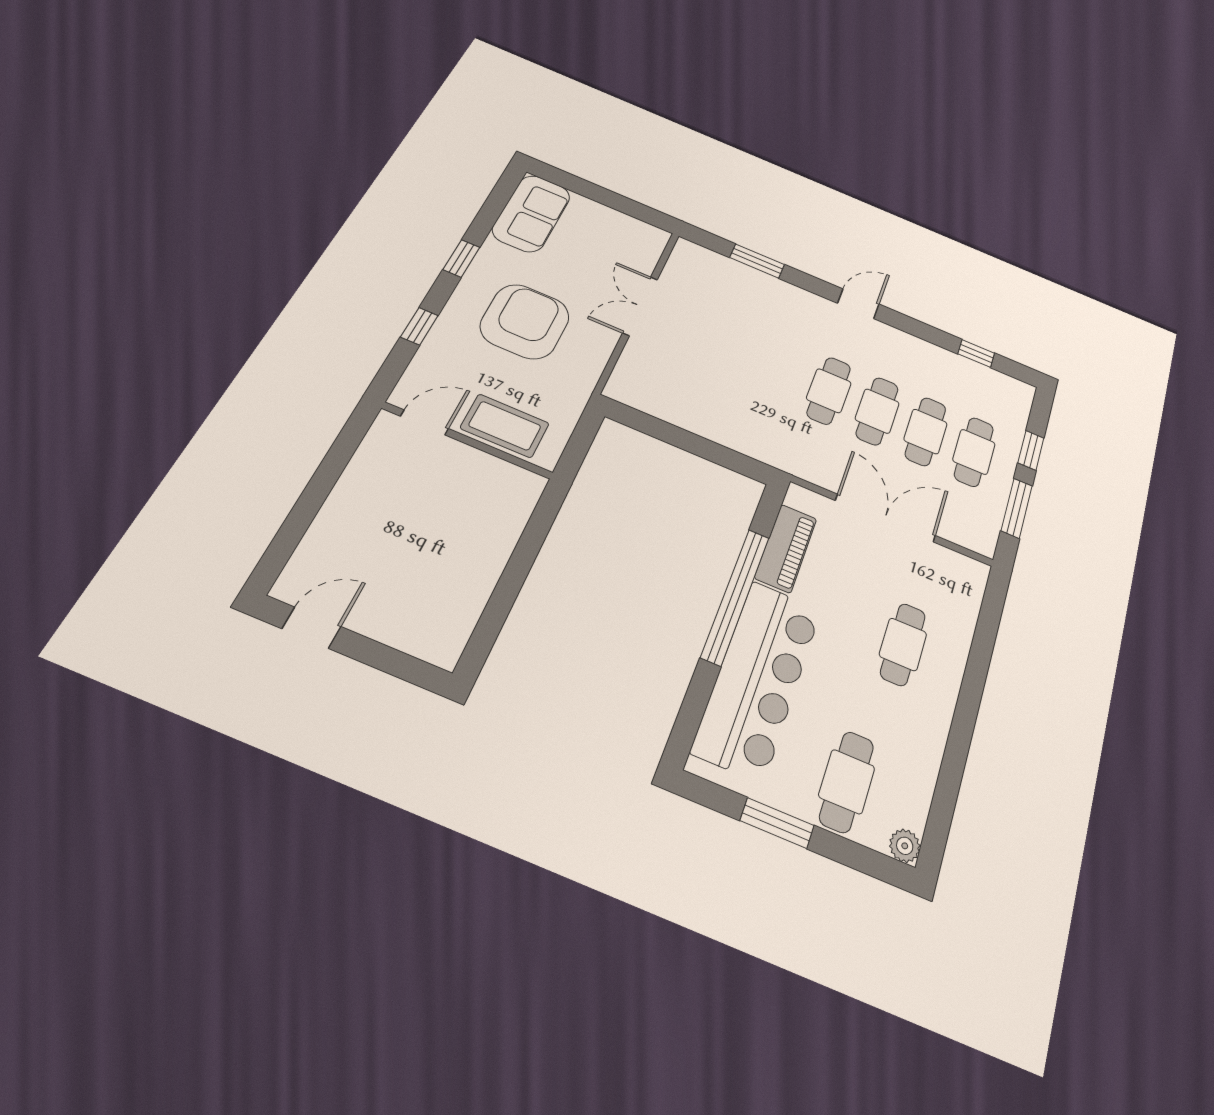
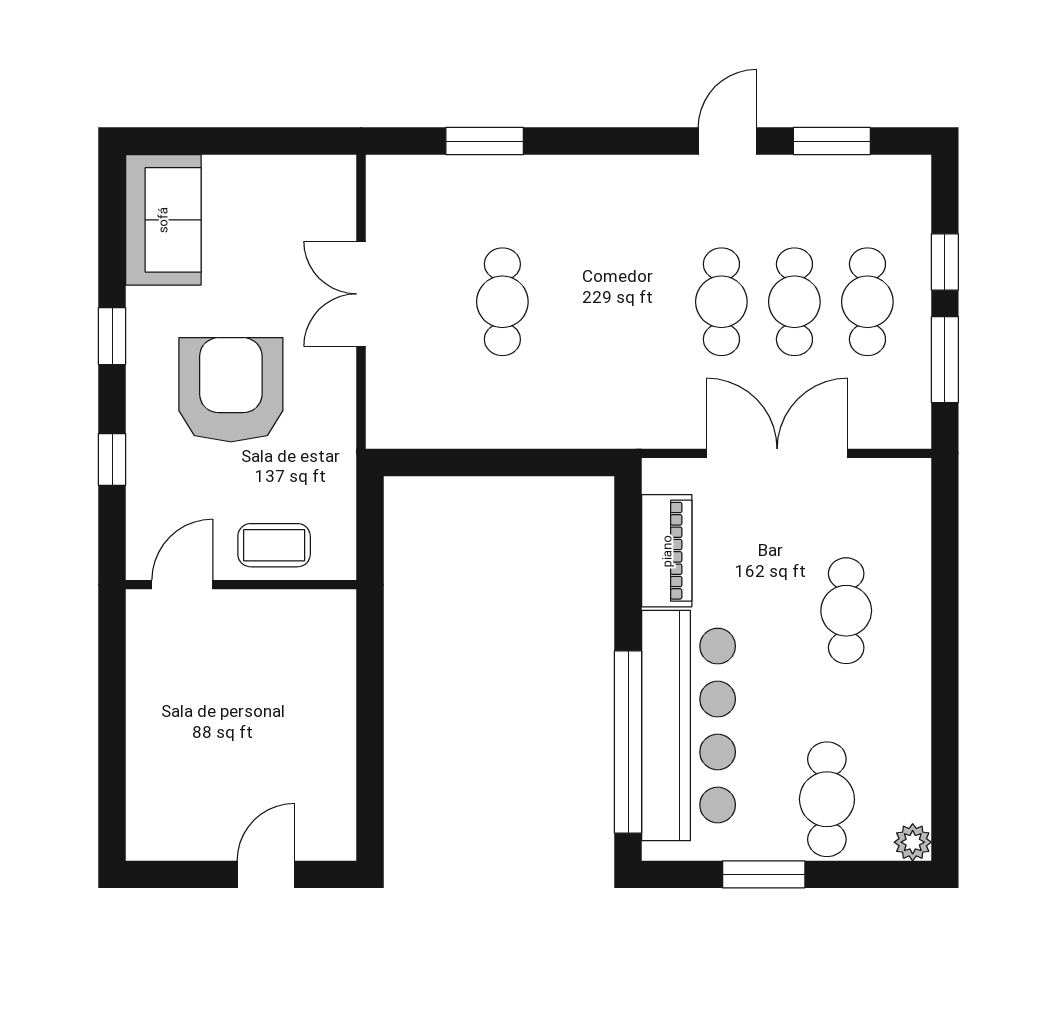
door: (858, 304) -> (727, 141), moved
window: (976, 353) -> (832, 141), width x1.50
cafe table: (829, 391) -> (502, 302), moved
coffee table: (505, 426) -> (274, 545), width x0.73, depth x0.77
window: (735, 596) -> (628, 742), moved
door: (312, 628) -> (266, 874), moved

